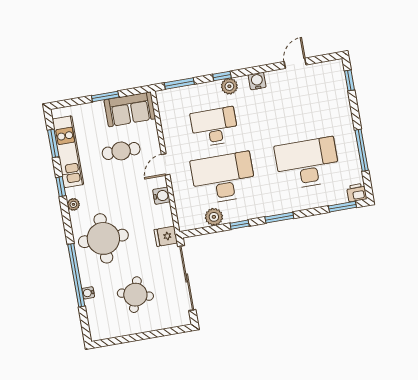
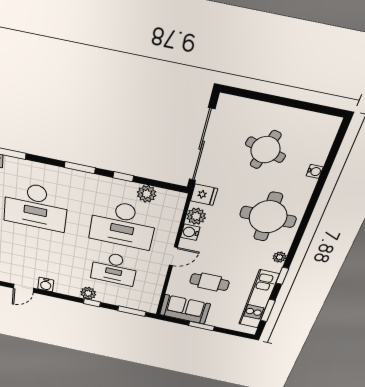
water cooler: (257, 81) -> (46, 285), moved
plant: (163, 213) -> (196, 216), added
window: (76, 275) -> (316, 193), removed

